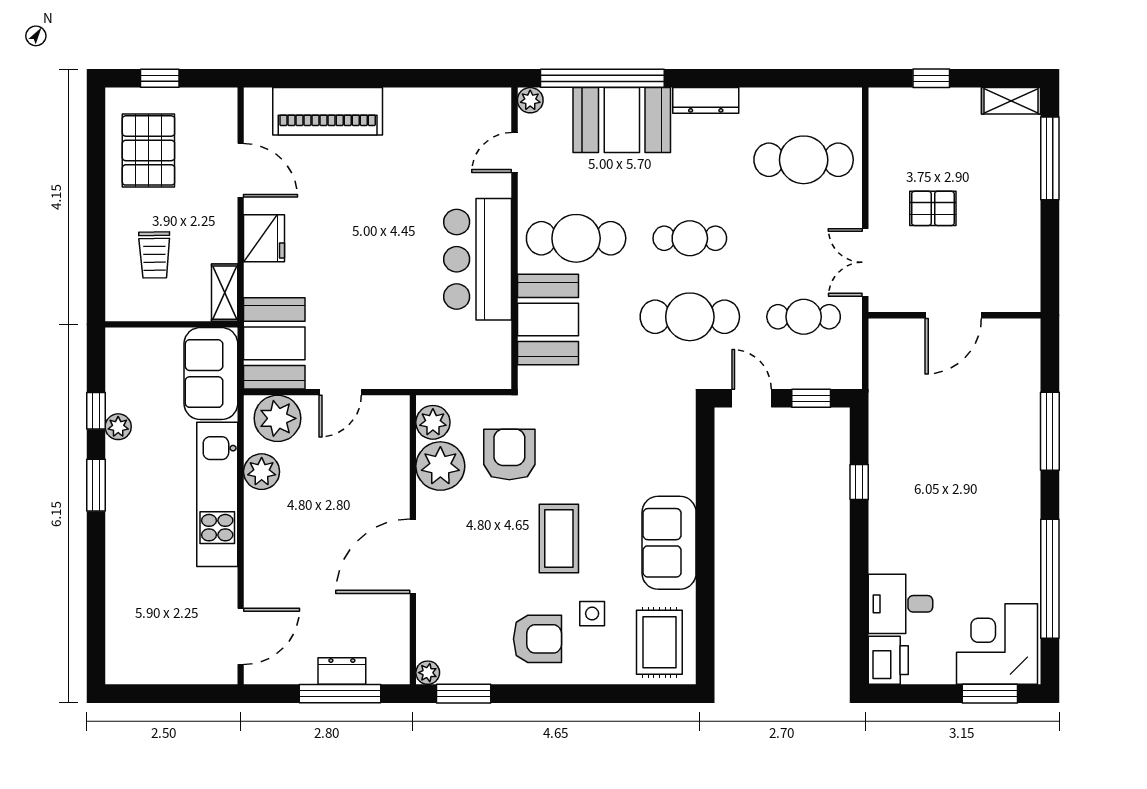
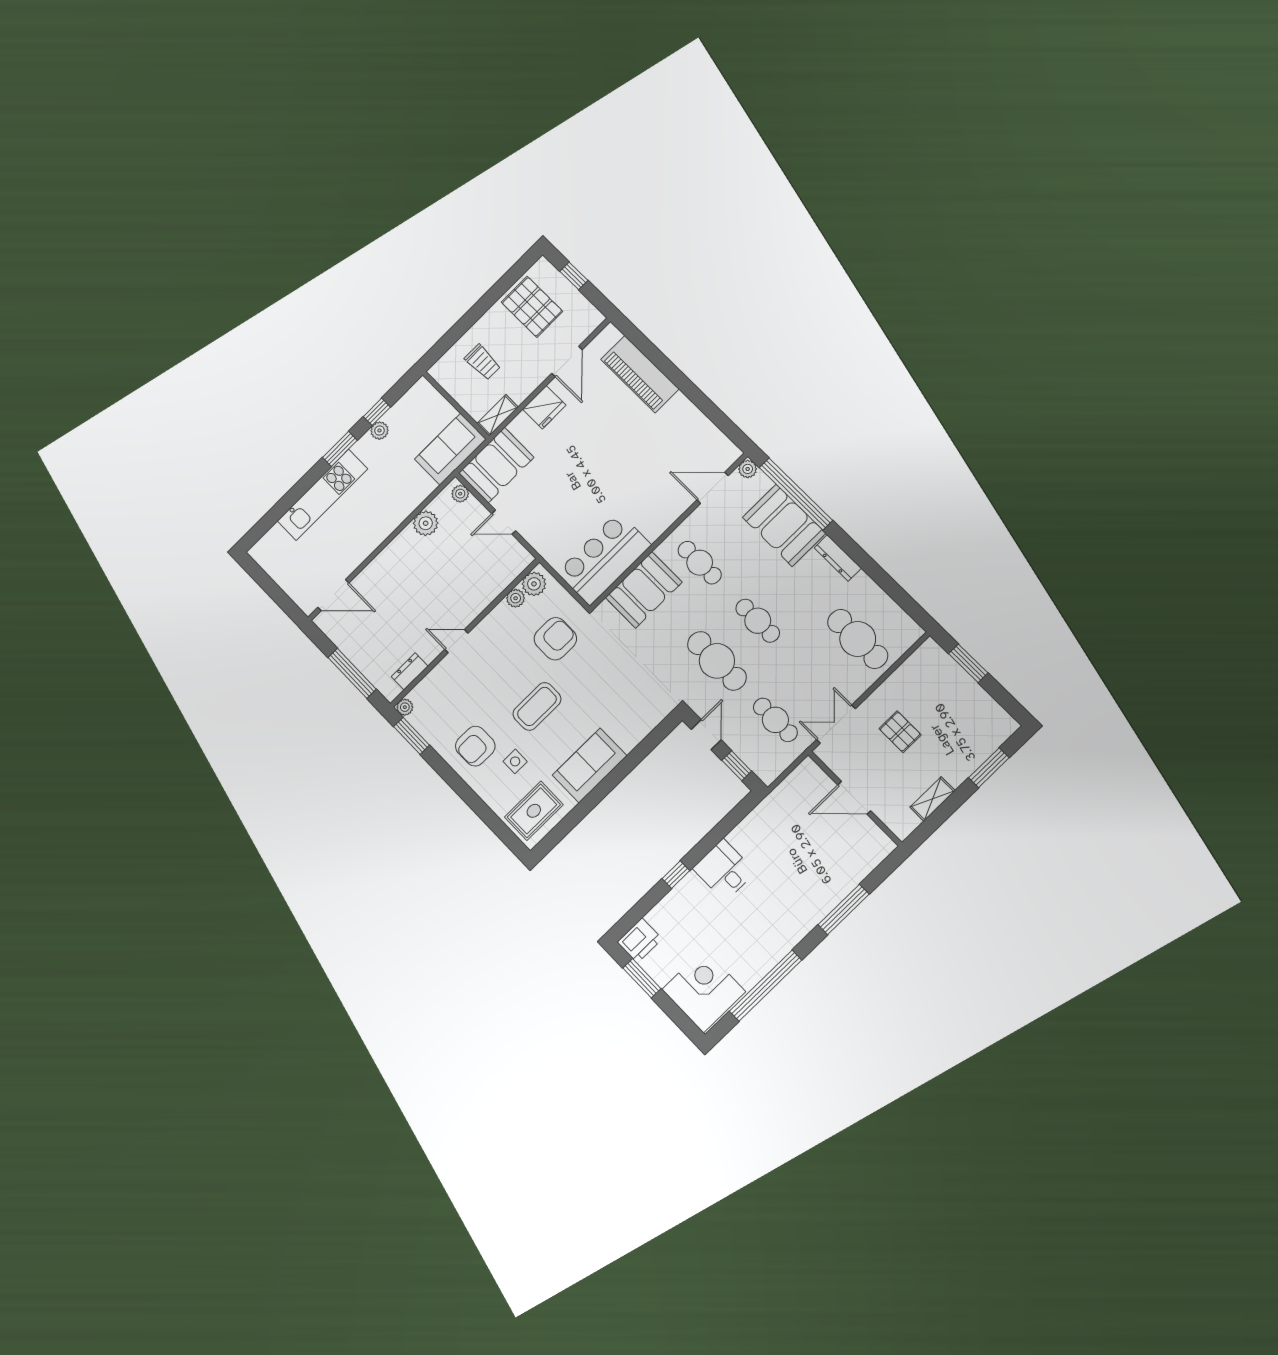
window: (931, 78) -> (968, 663), width x1.50
shelving: (1011, 101) -> (932, 799), moved, turned 90
pallet: (148, 150) -> (532, 307), turned 90
door: (514, 153) -> (713, 488), width x1.38
window: (1050, 158) -> (989, 768), width x0.69
cafe table: (576, 238) -> (700, 563), width x0.73, depth x0.74
trolley: (154, 255) -> (483, 362), turned -89
bar counter: (478, 259) -> (604, 559), moved
plant: (277, 418) -> (460, 494), width x0.53, depth x0.53
plant: (440, 466) -> (516, 598), width x0.53, depth x0.53
window: (859, 482) -> (676, 875), moved
kitchen unit: (217, 494) -> (322, 495), moved, turned 180
door: (413, 556) -> (456, 641), width x0.53
desk: (900, 604) -> (724, 870), moved
armchair: (537, 639) -> (475, 746), turned 90
dresser: (342, 671) -> (410, 671), moved, turned -90
window: (990, 694) -> (642, 978), moved

